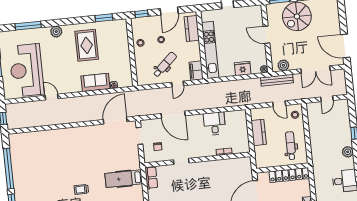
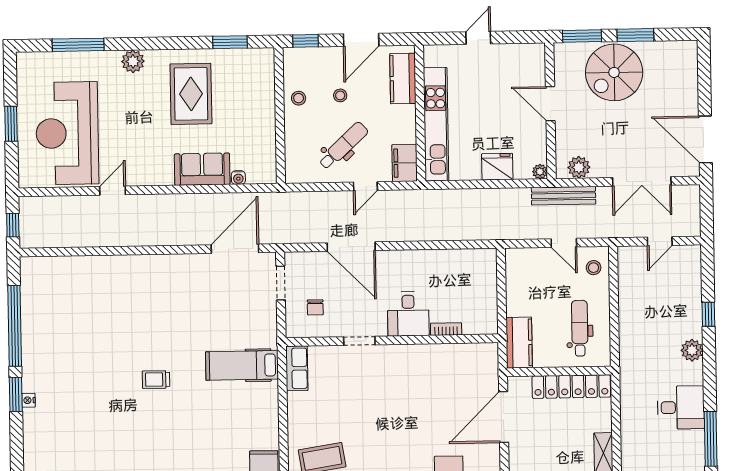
door: (52, 97) -> (113, 191), hinge flipped
desk: (215, 124) -> (408, 314), moved, turned 180
kitchen counter: (259, 132) -> (519, 343), moved

